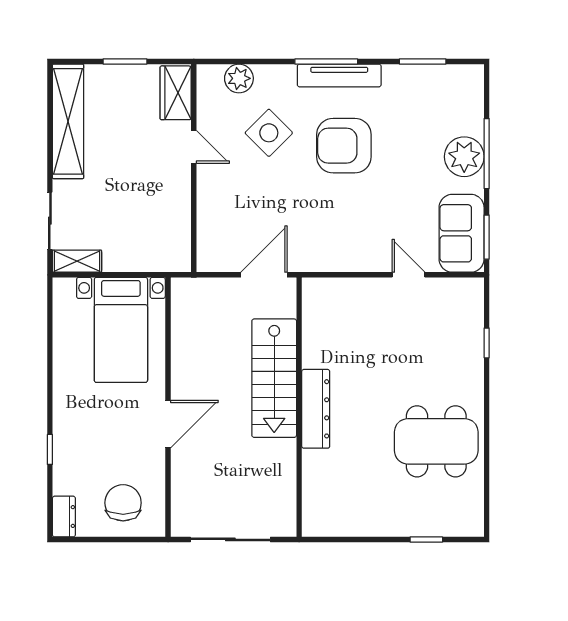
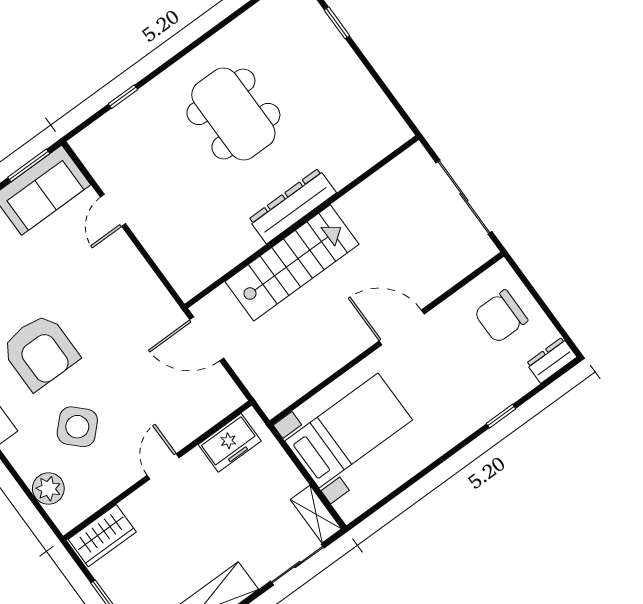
door: (194, 147) -> (163, 466), moved
freezer: (175, 236) -> (230, 443), added
dining table: (436, 441) -> (233, 114), moved

